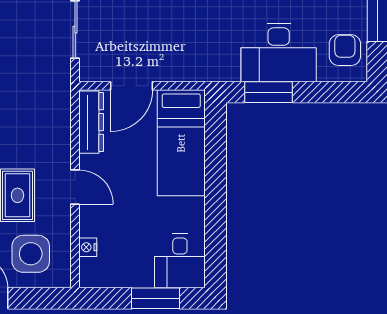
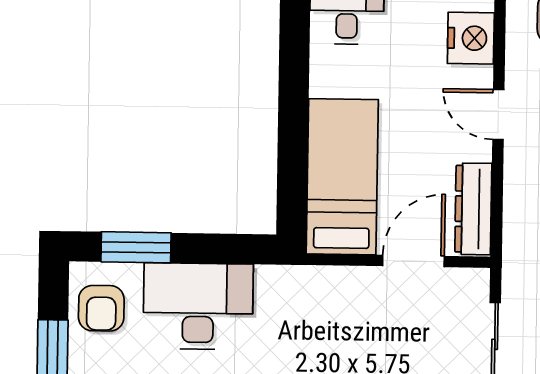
window: (268, 92) -> (136, 247), moved
nightstand: (88, 247) -> (471, 38), width x1.89, depth x1.79

